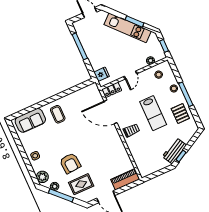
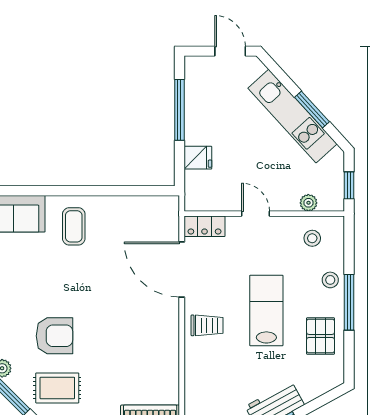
fridge: (101, 74) -> (198, 158), moved
door: (131, 75) -> (256, 214), swing flipped
lab bench: (153, 113) -> (266, 310), turned 180
armchair: (70, 163) -> (54, 336), turned -86

